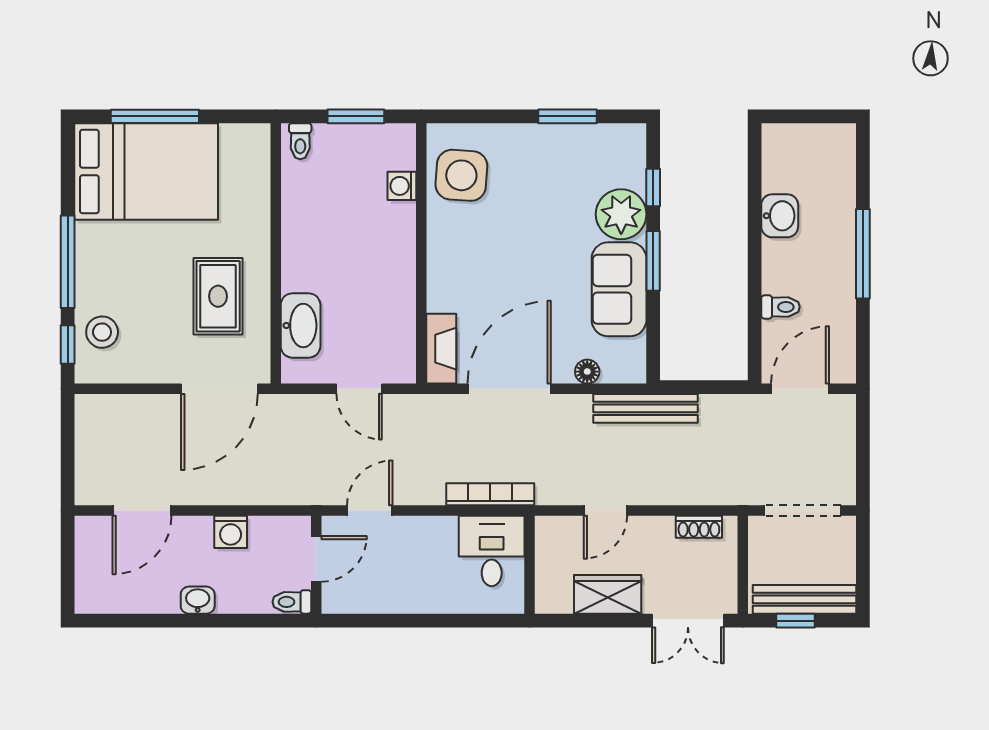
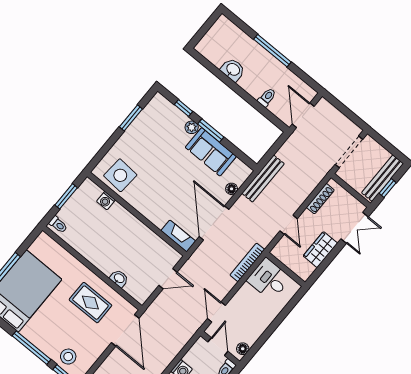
plant: (621, 214) -> (192, 127), width x0.53, depth x0.53
washbasin: (301, 325) -> (119, 278), width x0.52, depth x0.69
shoe rack: (699, 527) -> (320, 199), width x1.43
floor lamp: (346, 601) -> (243, 349), added

